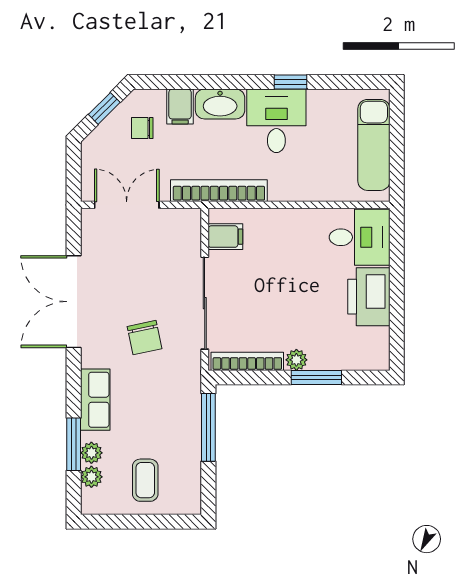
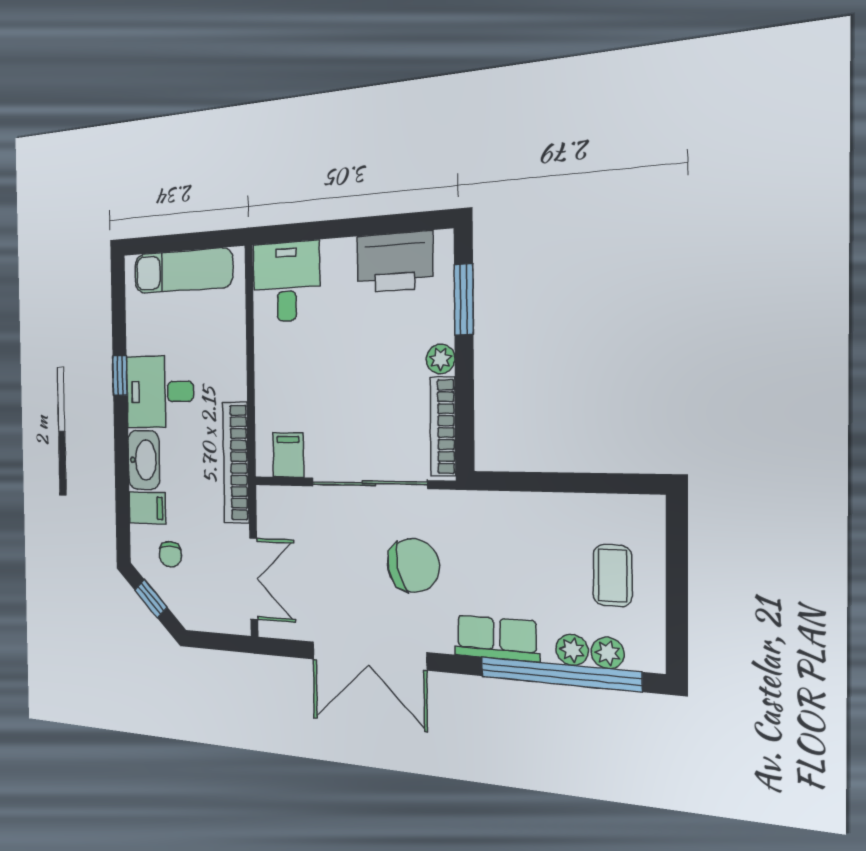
double door: (127, 205) -> (254, 579), swing flipped
printer: (369, 297) -> (395, 262), moved
chair: (145, 338) -> (413, 565), width x1.37, depth x1.37
window: (316, 377) -> (464, 299), moved
window: (208, 427) -> (535, 482), removed
window: (74, 444) -> (560, 674), width x2.11
coffee table: (145, 480) -> (613, 575), turned 90

